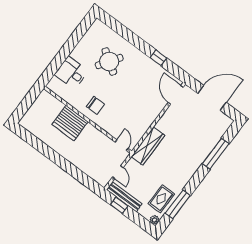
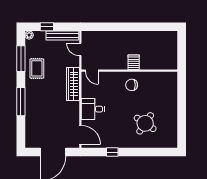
desk: (71, 73) -> (93, 109), moved, turned 180
server rack: (70, 123) -> (134, 62), width x0.46, depth x0.70
window: (216, 154) -> (21, 102), moved
rug: (161, 199) -> (37, 68), moved
window: (119, 205) -> (47, 27), moved

